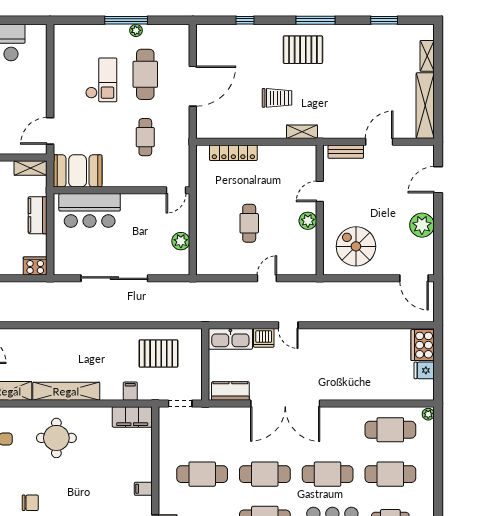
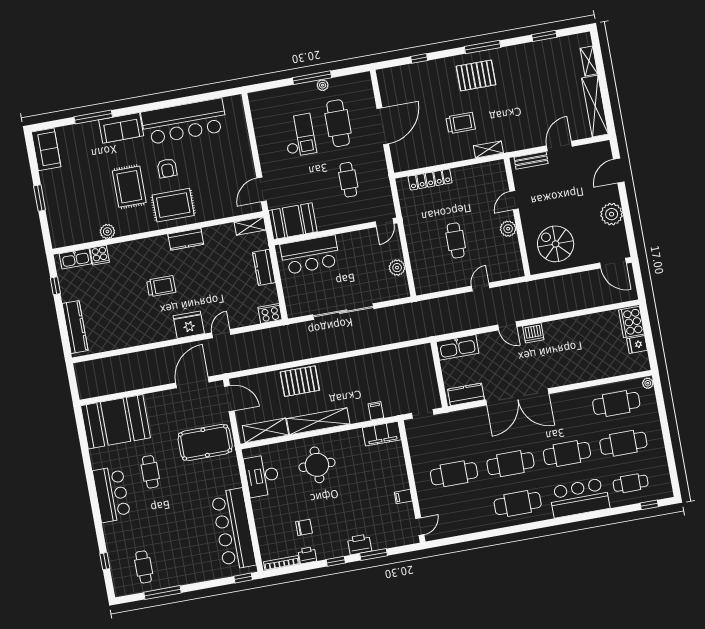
dishwasher: (264, 338) -> (533, 333), moved
pallet: (158, 353) -> (300, 381), moved

